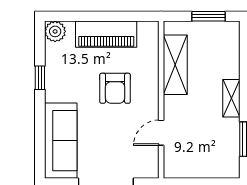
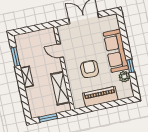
plant: (55, 31) -> (124, 77), moved
door: (161, 133) -> (60, 51), swing flipped
sofa: (61, 141) -> (116, 51), moved

